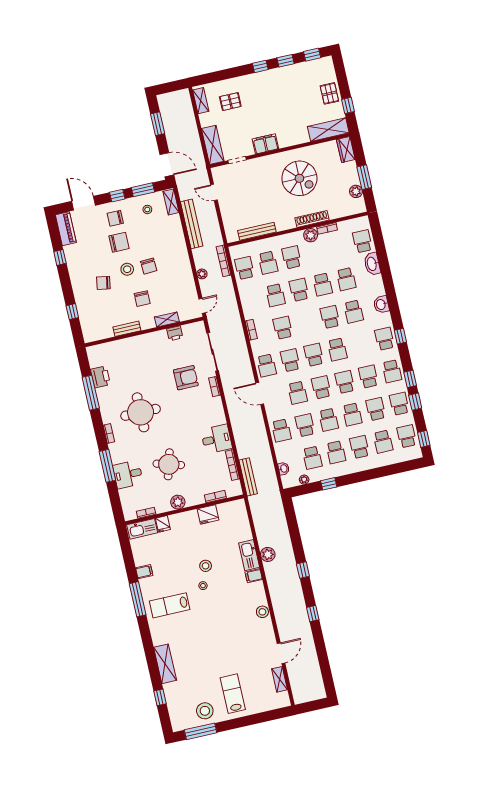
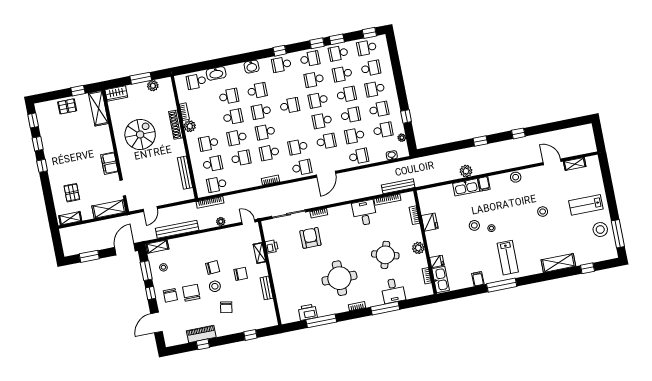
piano: (66, 229) -> (201, 334), moved
school desk: (314, 355) -> (265, 132), moved
stool: (224, 644) -> (543, 212), added

